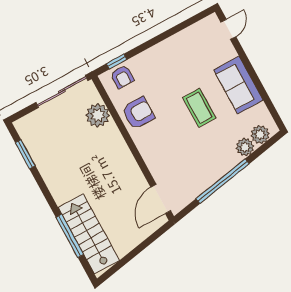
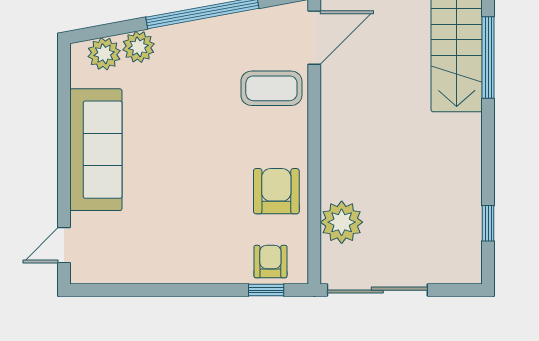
sofa: (238, 85) -> (96, 150), width x1.36
coffee table: (199, 108) -> (271, 88), moved, turned 90
armchair: (138, 113) -> (276, 191), turned 90
window: (25, 154) -> (488, 223), width x0.67

